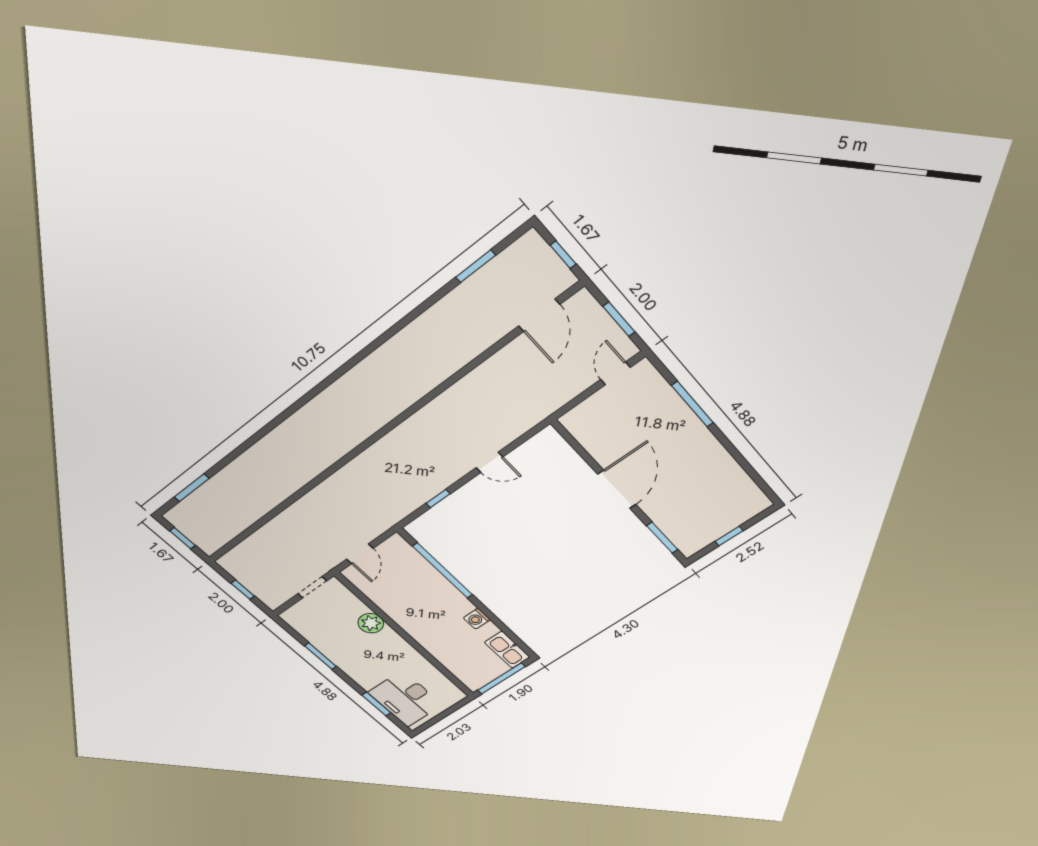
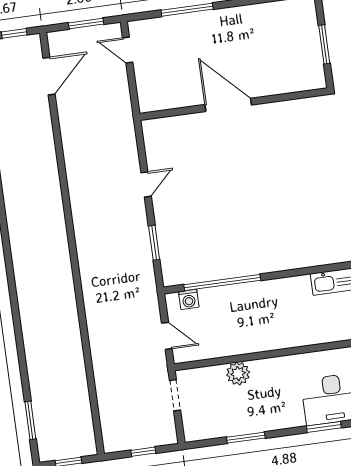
door: (539, 315) -> (49, 76), hinge flipped
window: (438, 499) -> (154, 243), width x1.50
window: (729, 536) -> (324, 44), width x1.50
window: (662, 538) -> (295, 96), removed
washing machine: (477, 619) -> (189, 299), moved

